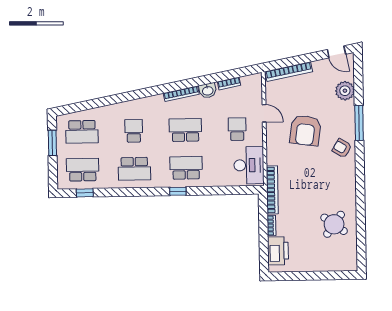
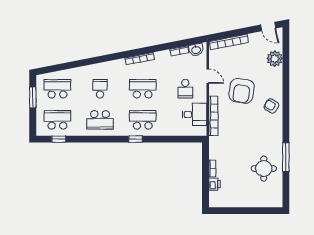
washbasin: (208, 91) -> (196, 50), moved
window: (359, 123) -> (286, 157), moved
school desk: (237, 129) -> (185, 89), turned 180
school desk: (82, 132) -> (57, 89), turned 180
desk: (249, 165) -> (194, 114), width x0.73
bookcase: (272, 190) -> (213, 116), moved
round table: (334, 224) -> (264, 169), turned -36
printer: (278, 251) -> (214, 184), width x0.53, depth x0.68

